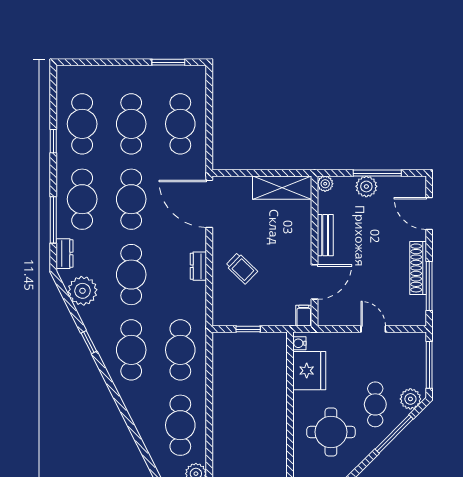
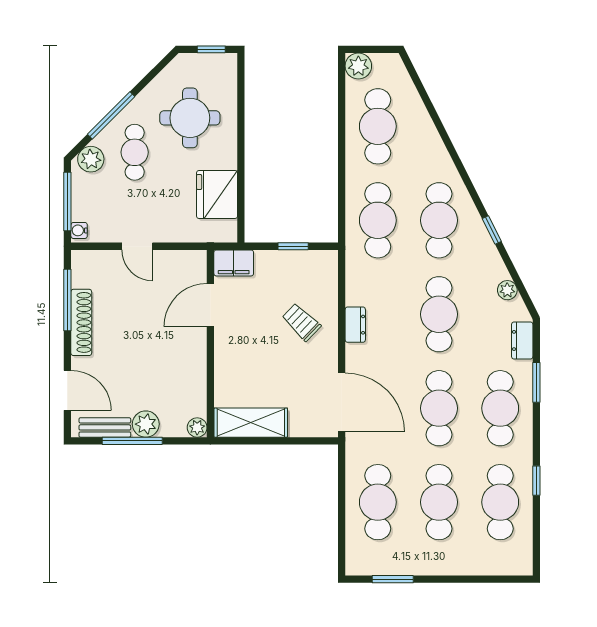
window: (53, 220) -> (536, 382), width x0.69
bench: (325, 235) -> (105, 427), moved, turned 90
plant: (82, 291) -> (507, 290), width x0.53, depth x0.53
filing cabinet: (304, 316) -> (234, 263), width x2.00
water cooler: (299, 343) -> (79, 230), moved, turned 180

